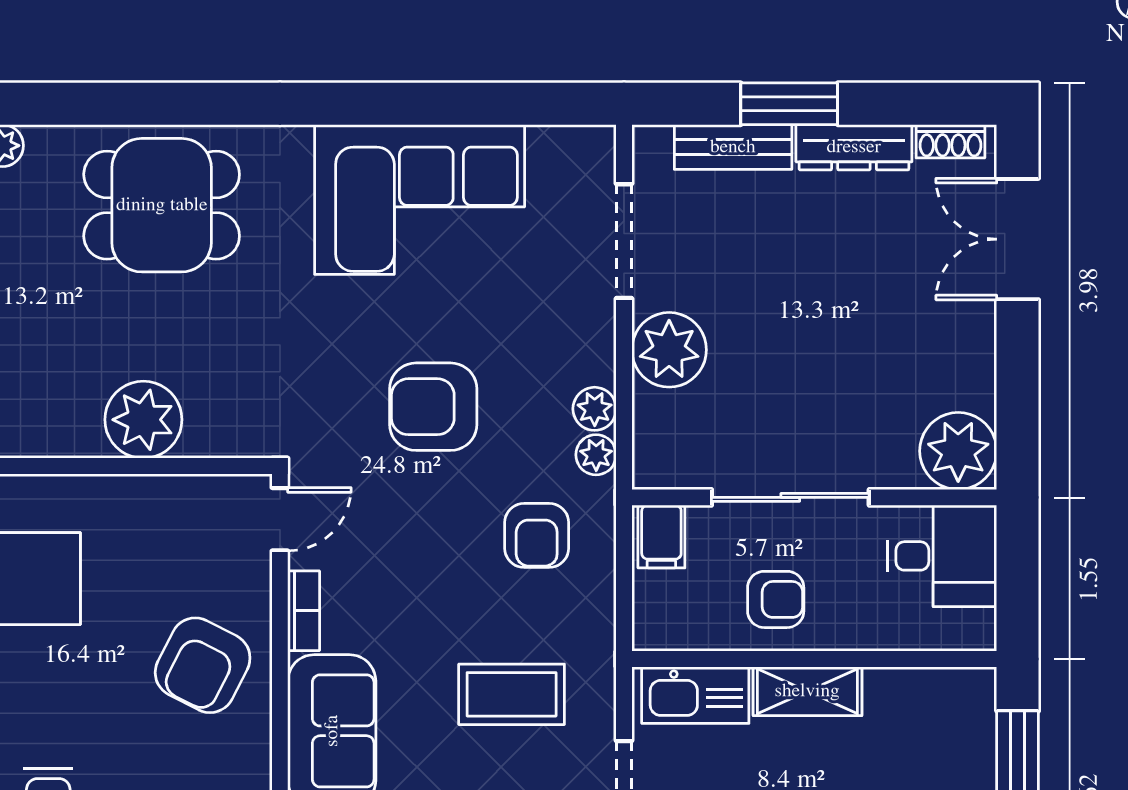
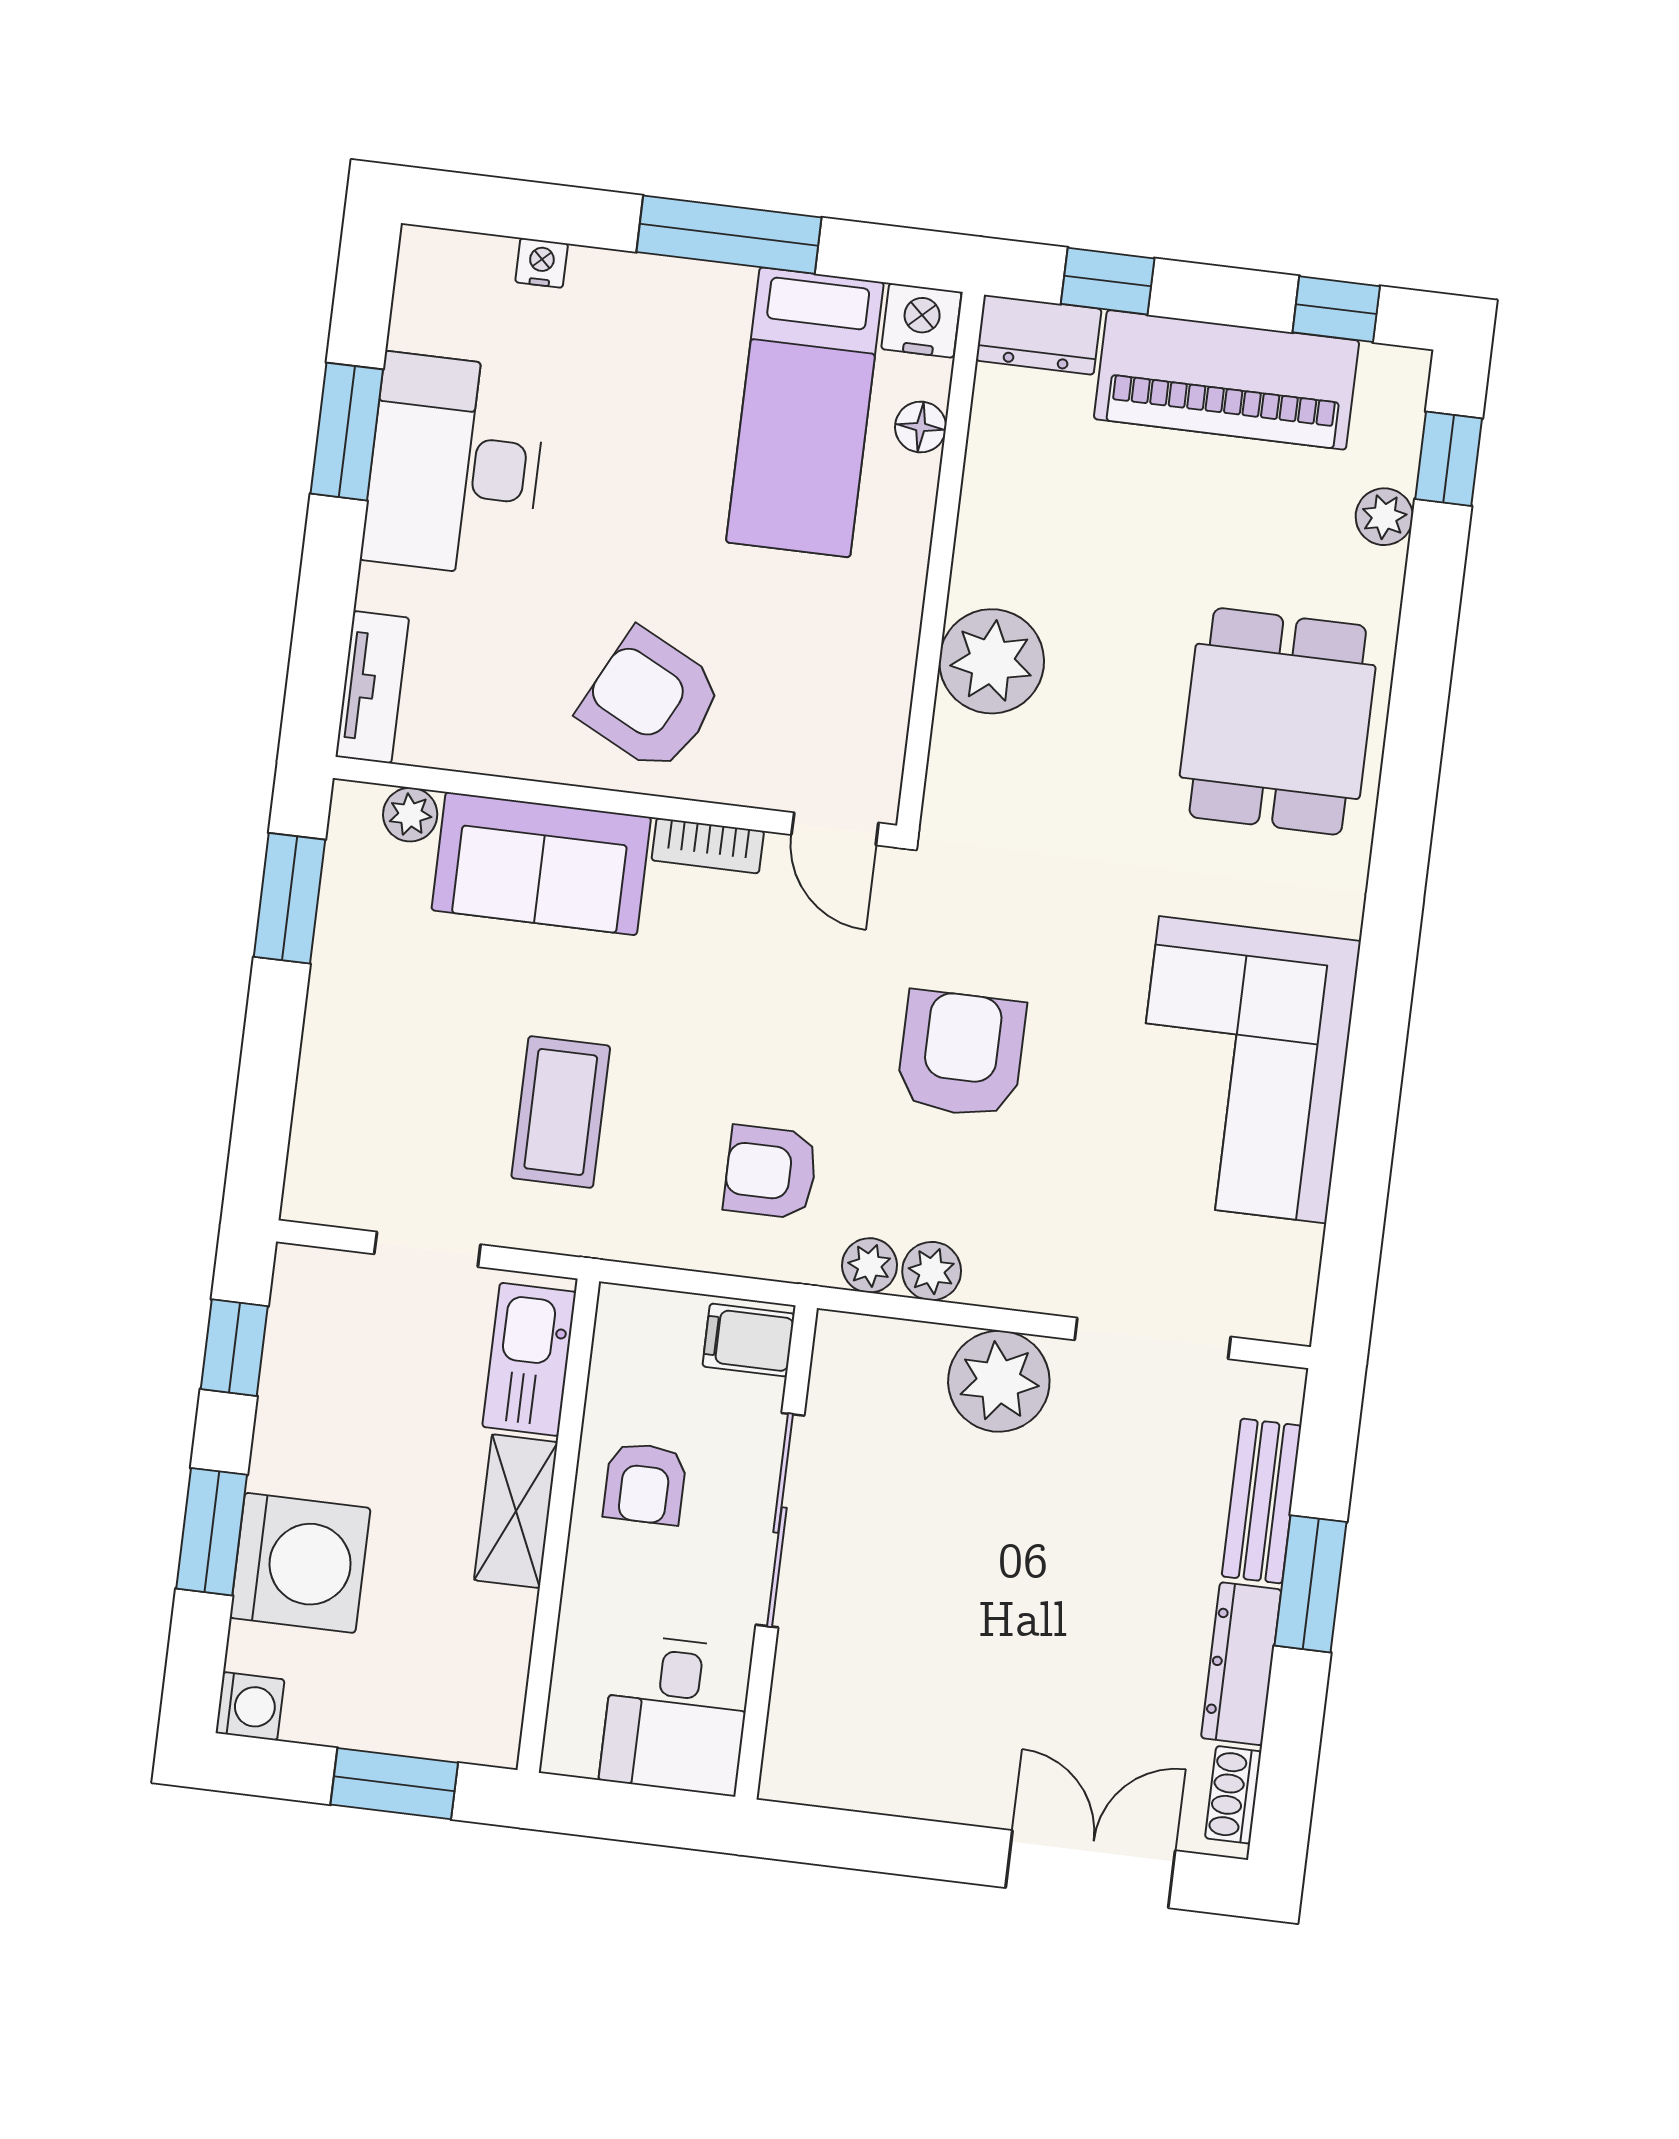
plant: (958, 451) -> (815, 1754), removed

